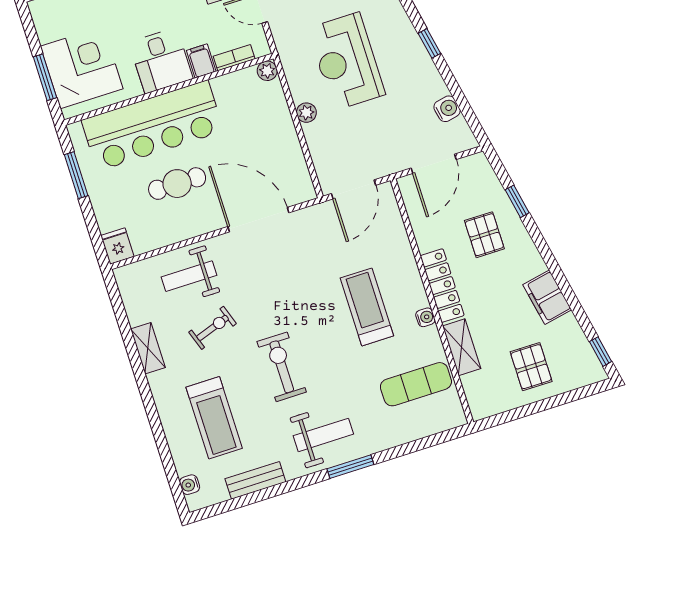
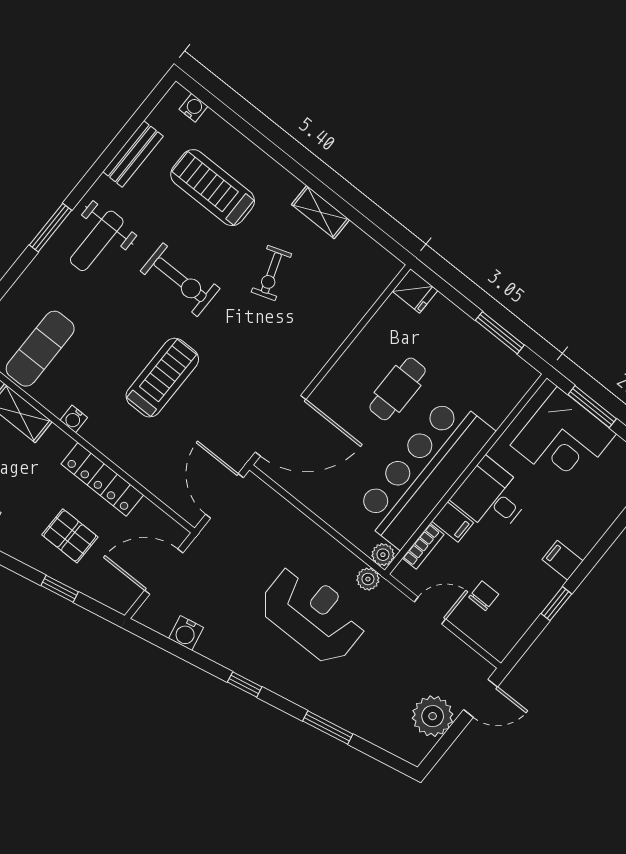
plant: (306, 113) -> (368, 579), moved
bar counter: (153, 126) -> (424, 472), moved
door: (434, 164) -> (164, 572), hinge flipped
door: (258, 220) -> (281, 426), moved
weight bench: (189, 276) -> (327, 308), removed
locker: (442, 286) -> (102, 479), moved
treadmill: (367, 307) -> (162, 378), moved, turned -90

